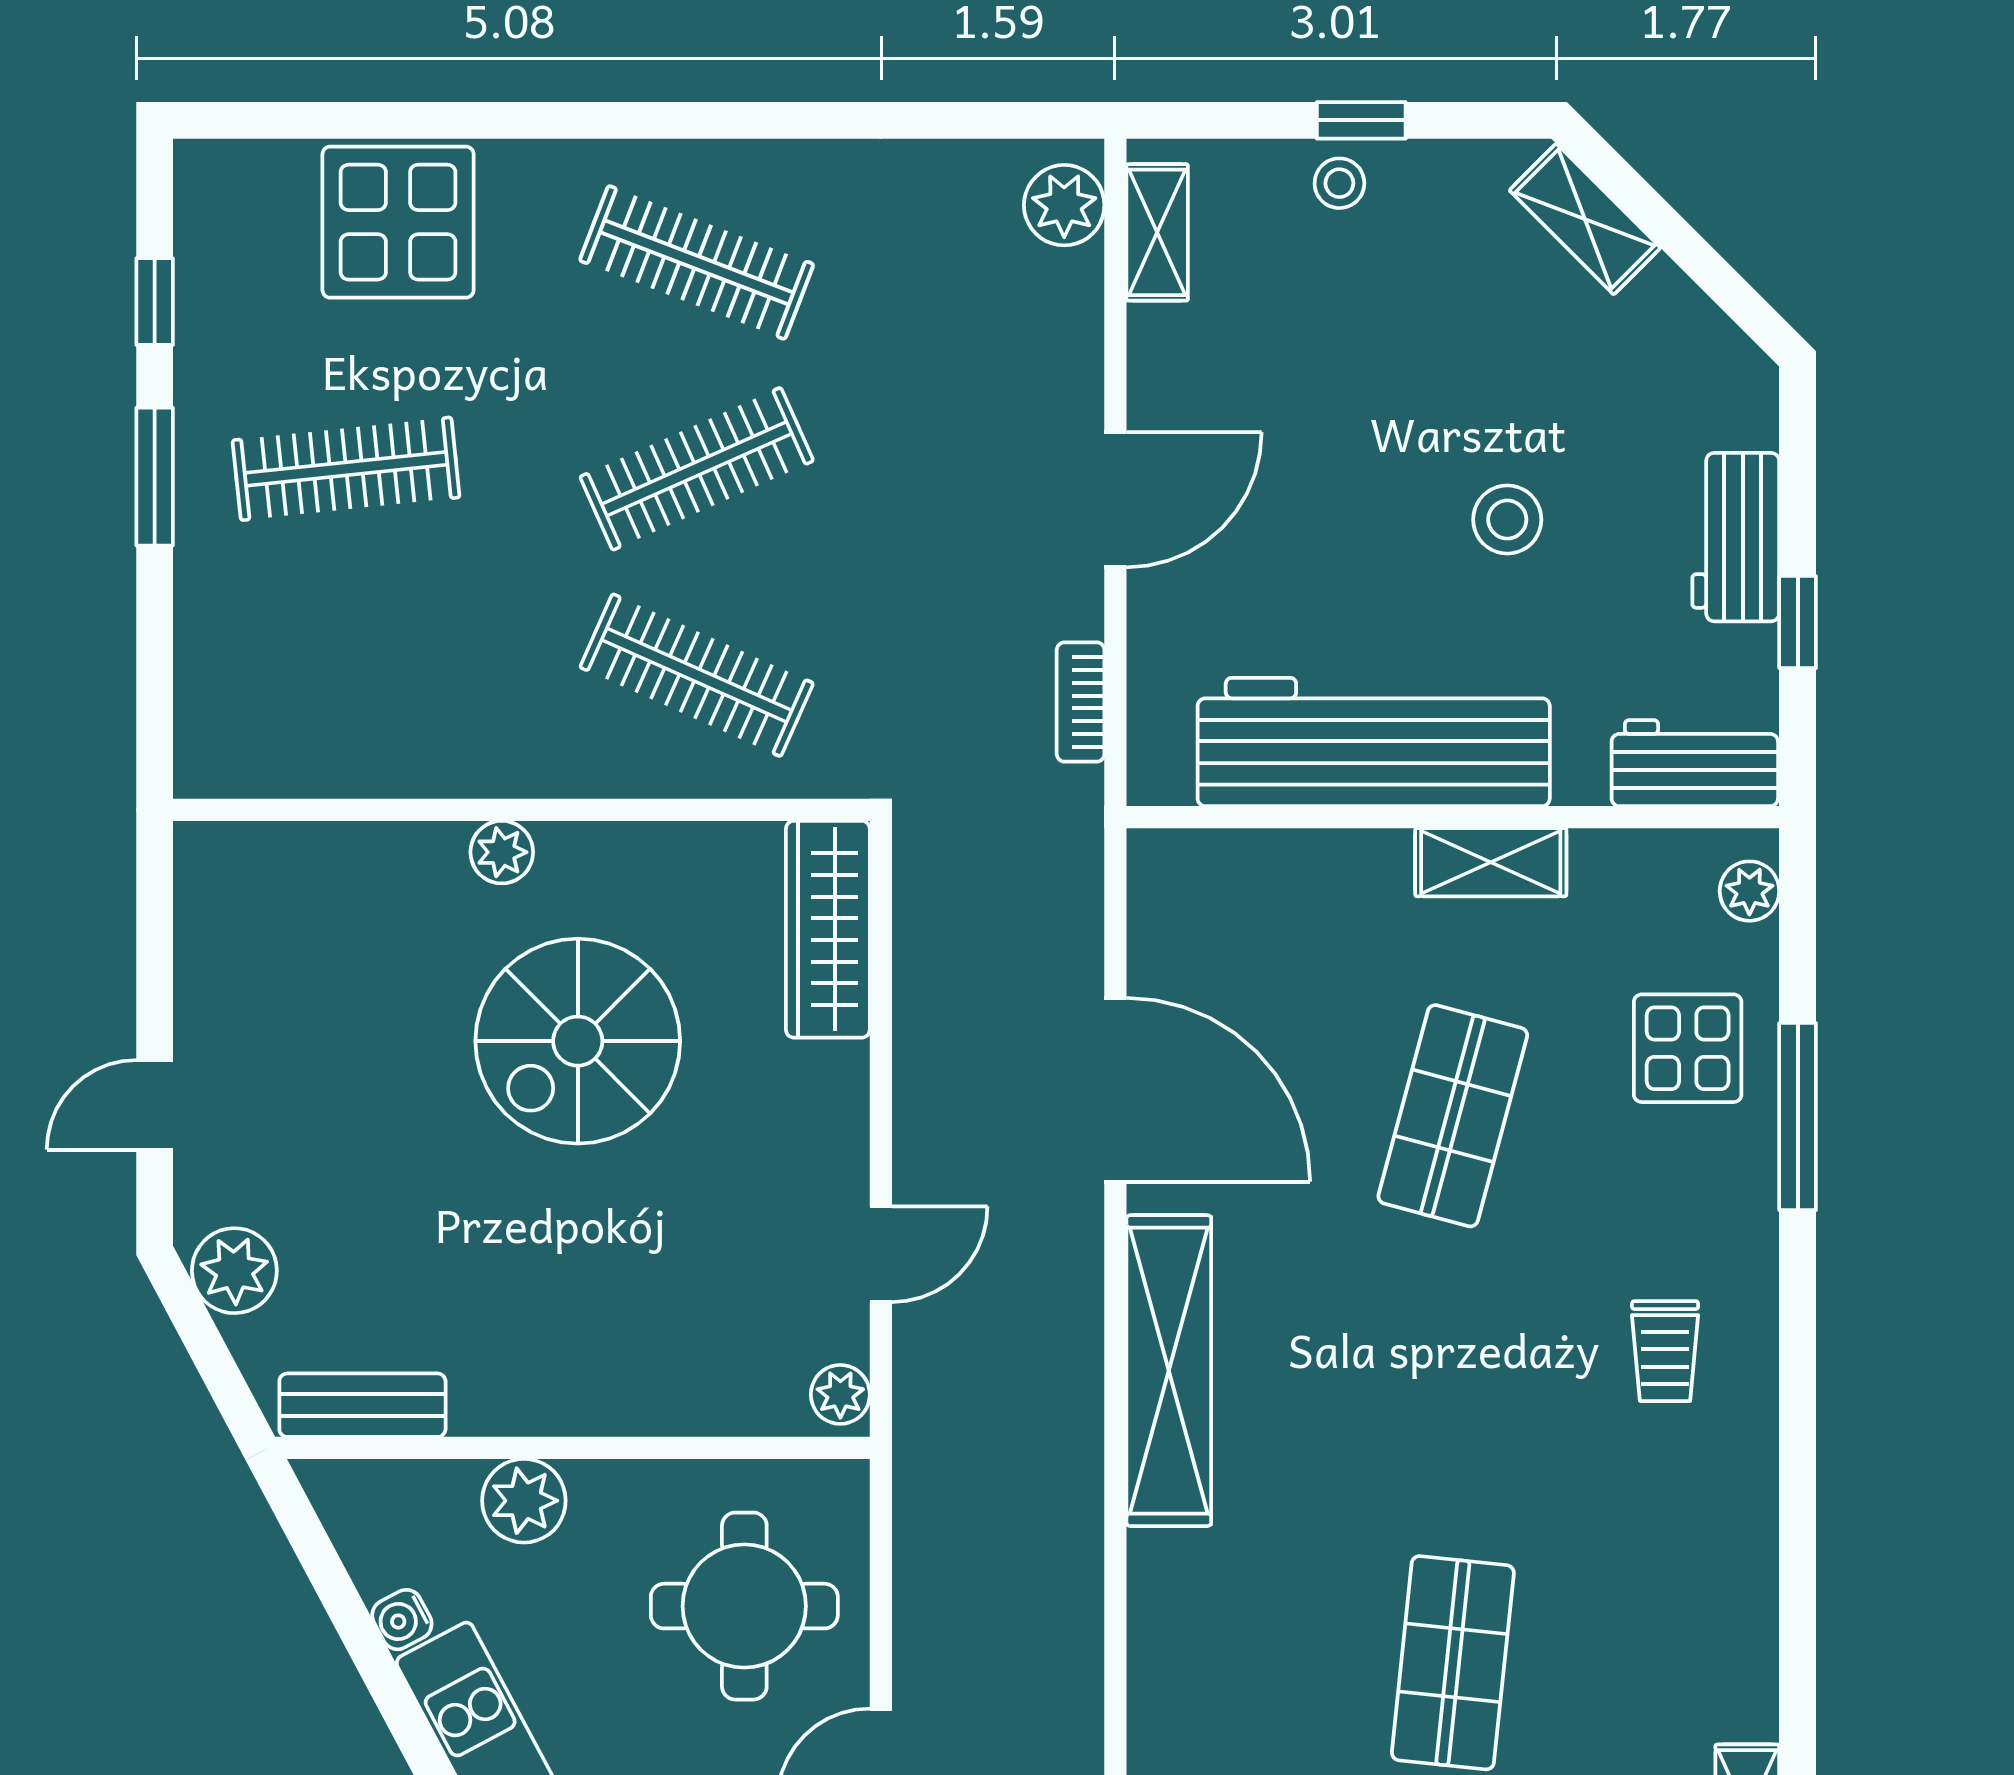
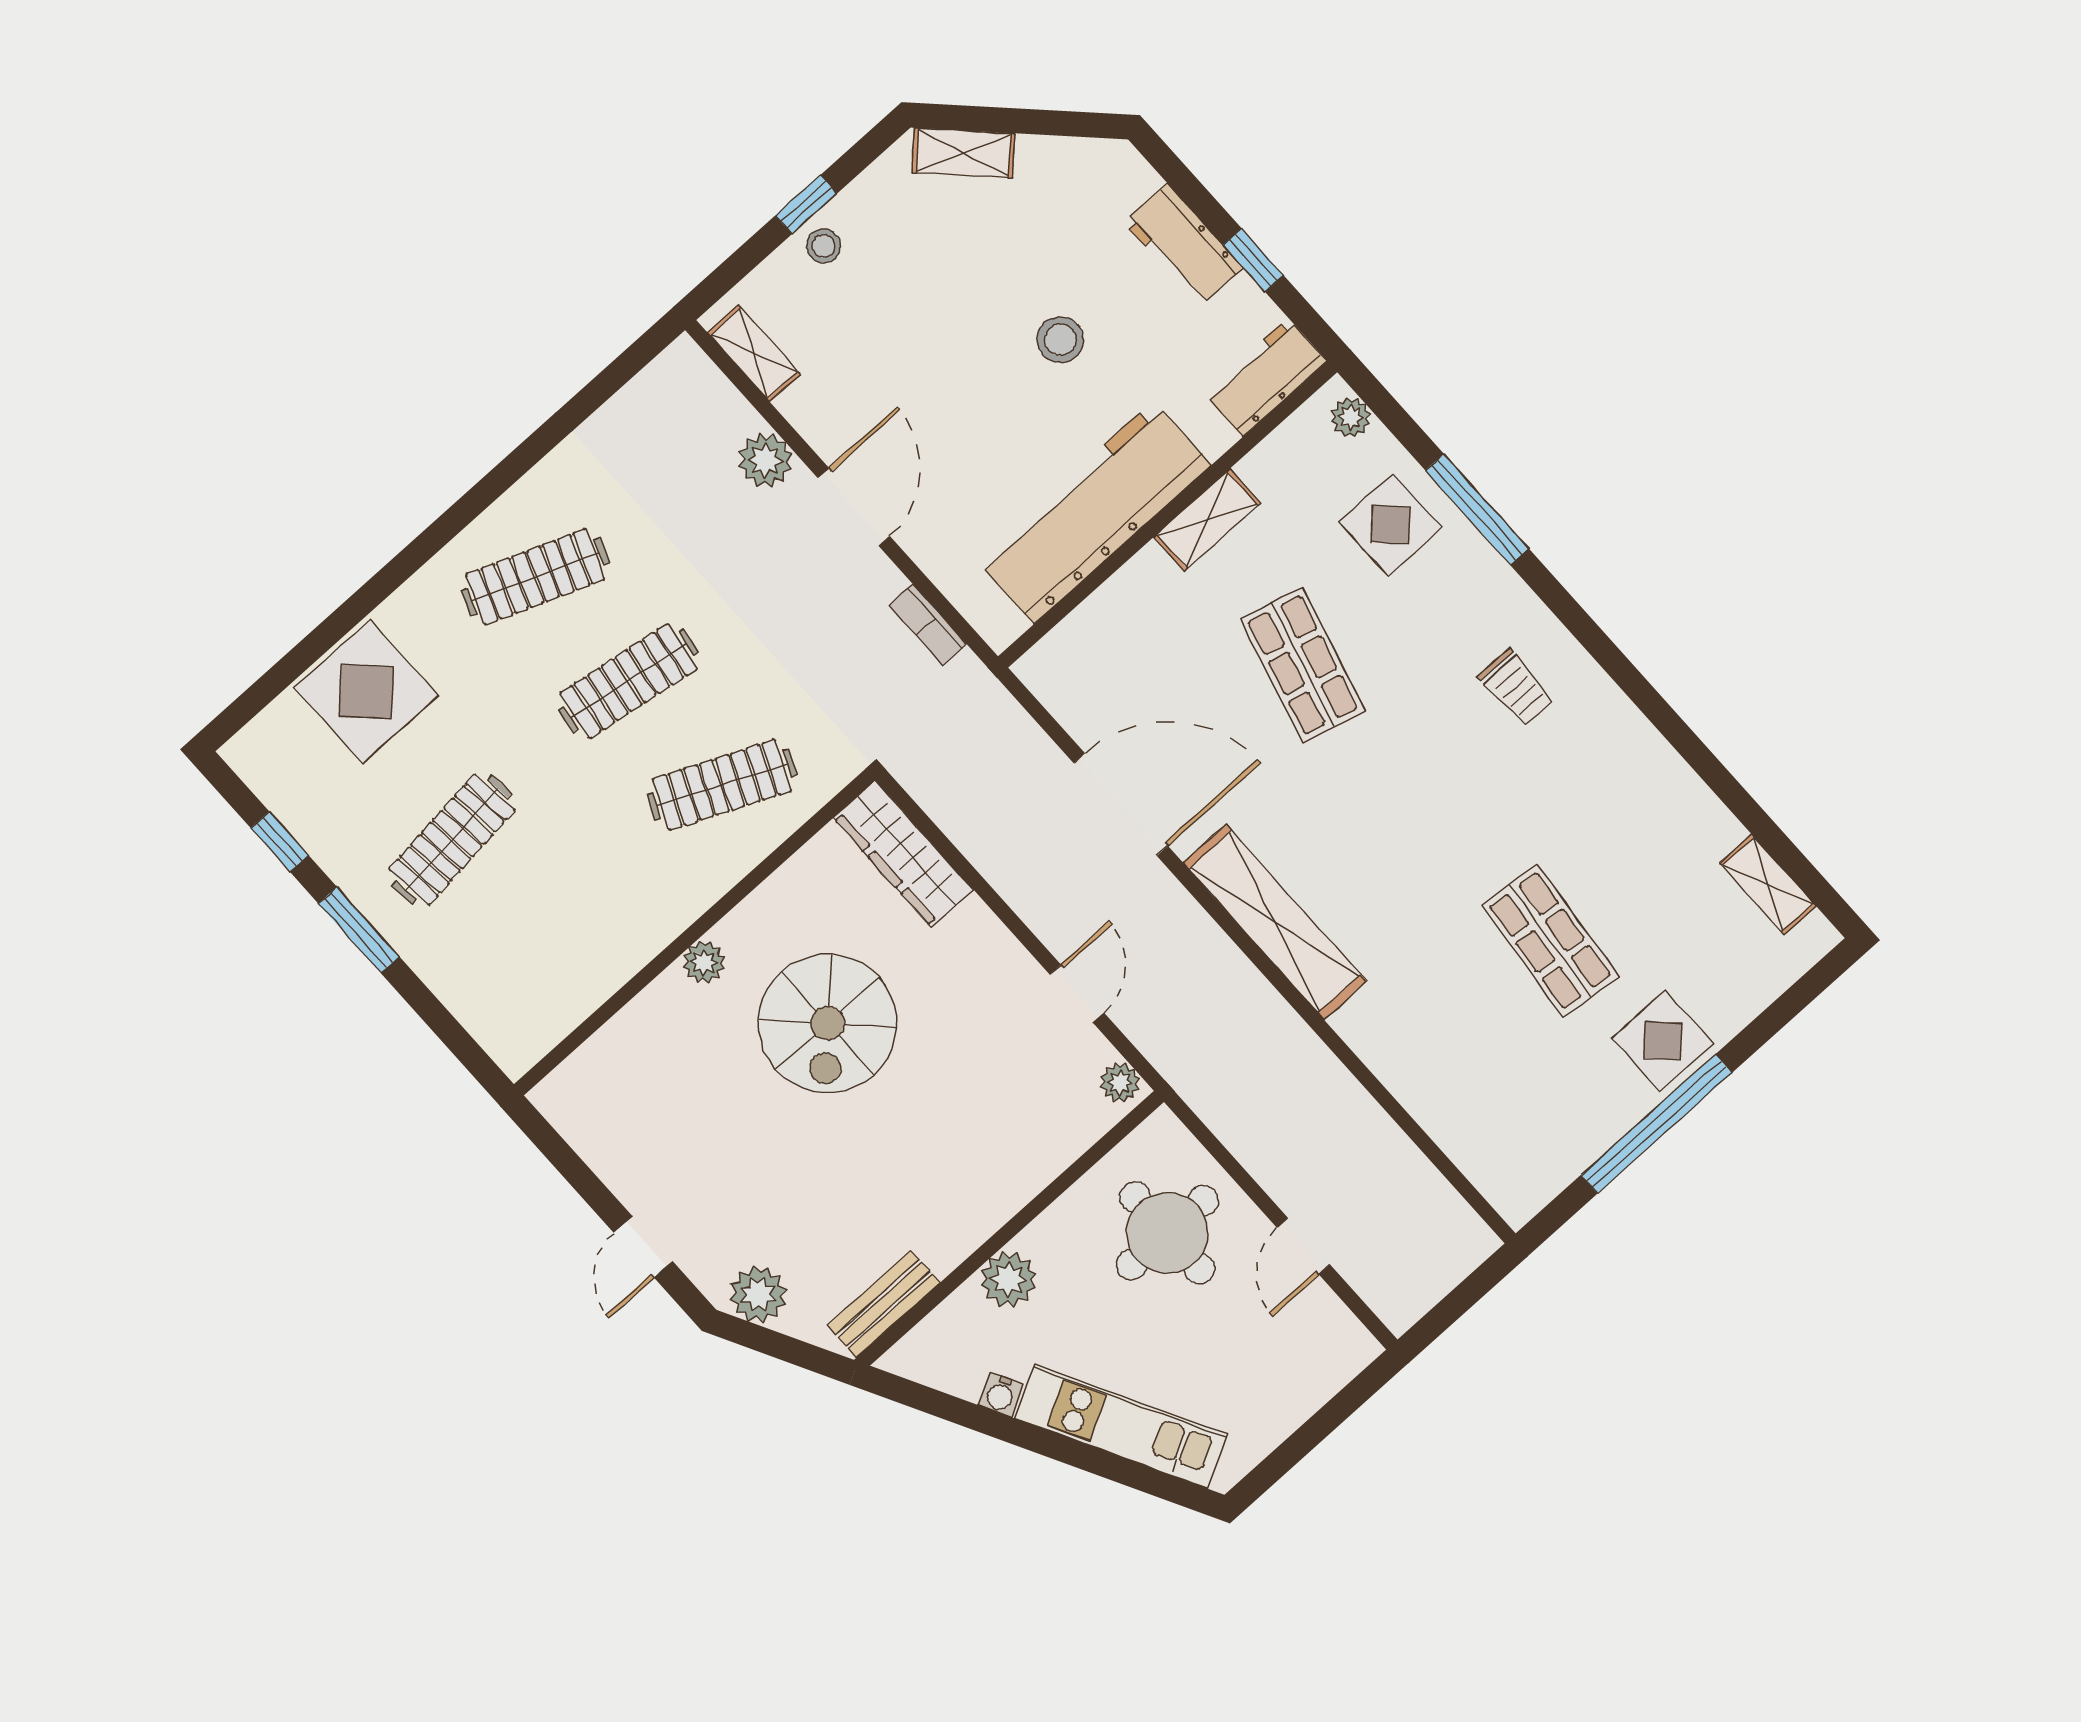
plant: (1064, 205) -> (765, 460), moved
clothes rail: (697, 469) -> (629, 681), turned 33

